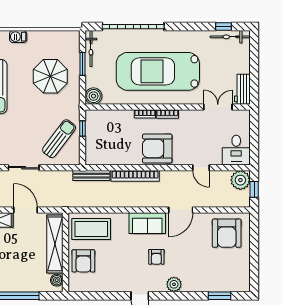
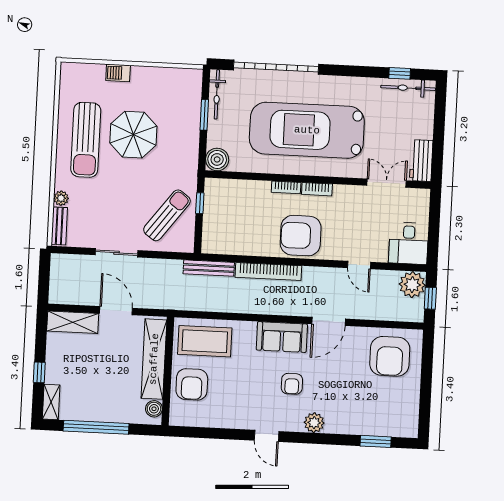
parasol: (50, 76) -> (133, 135), moved

